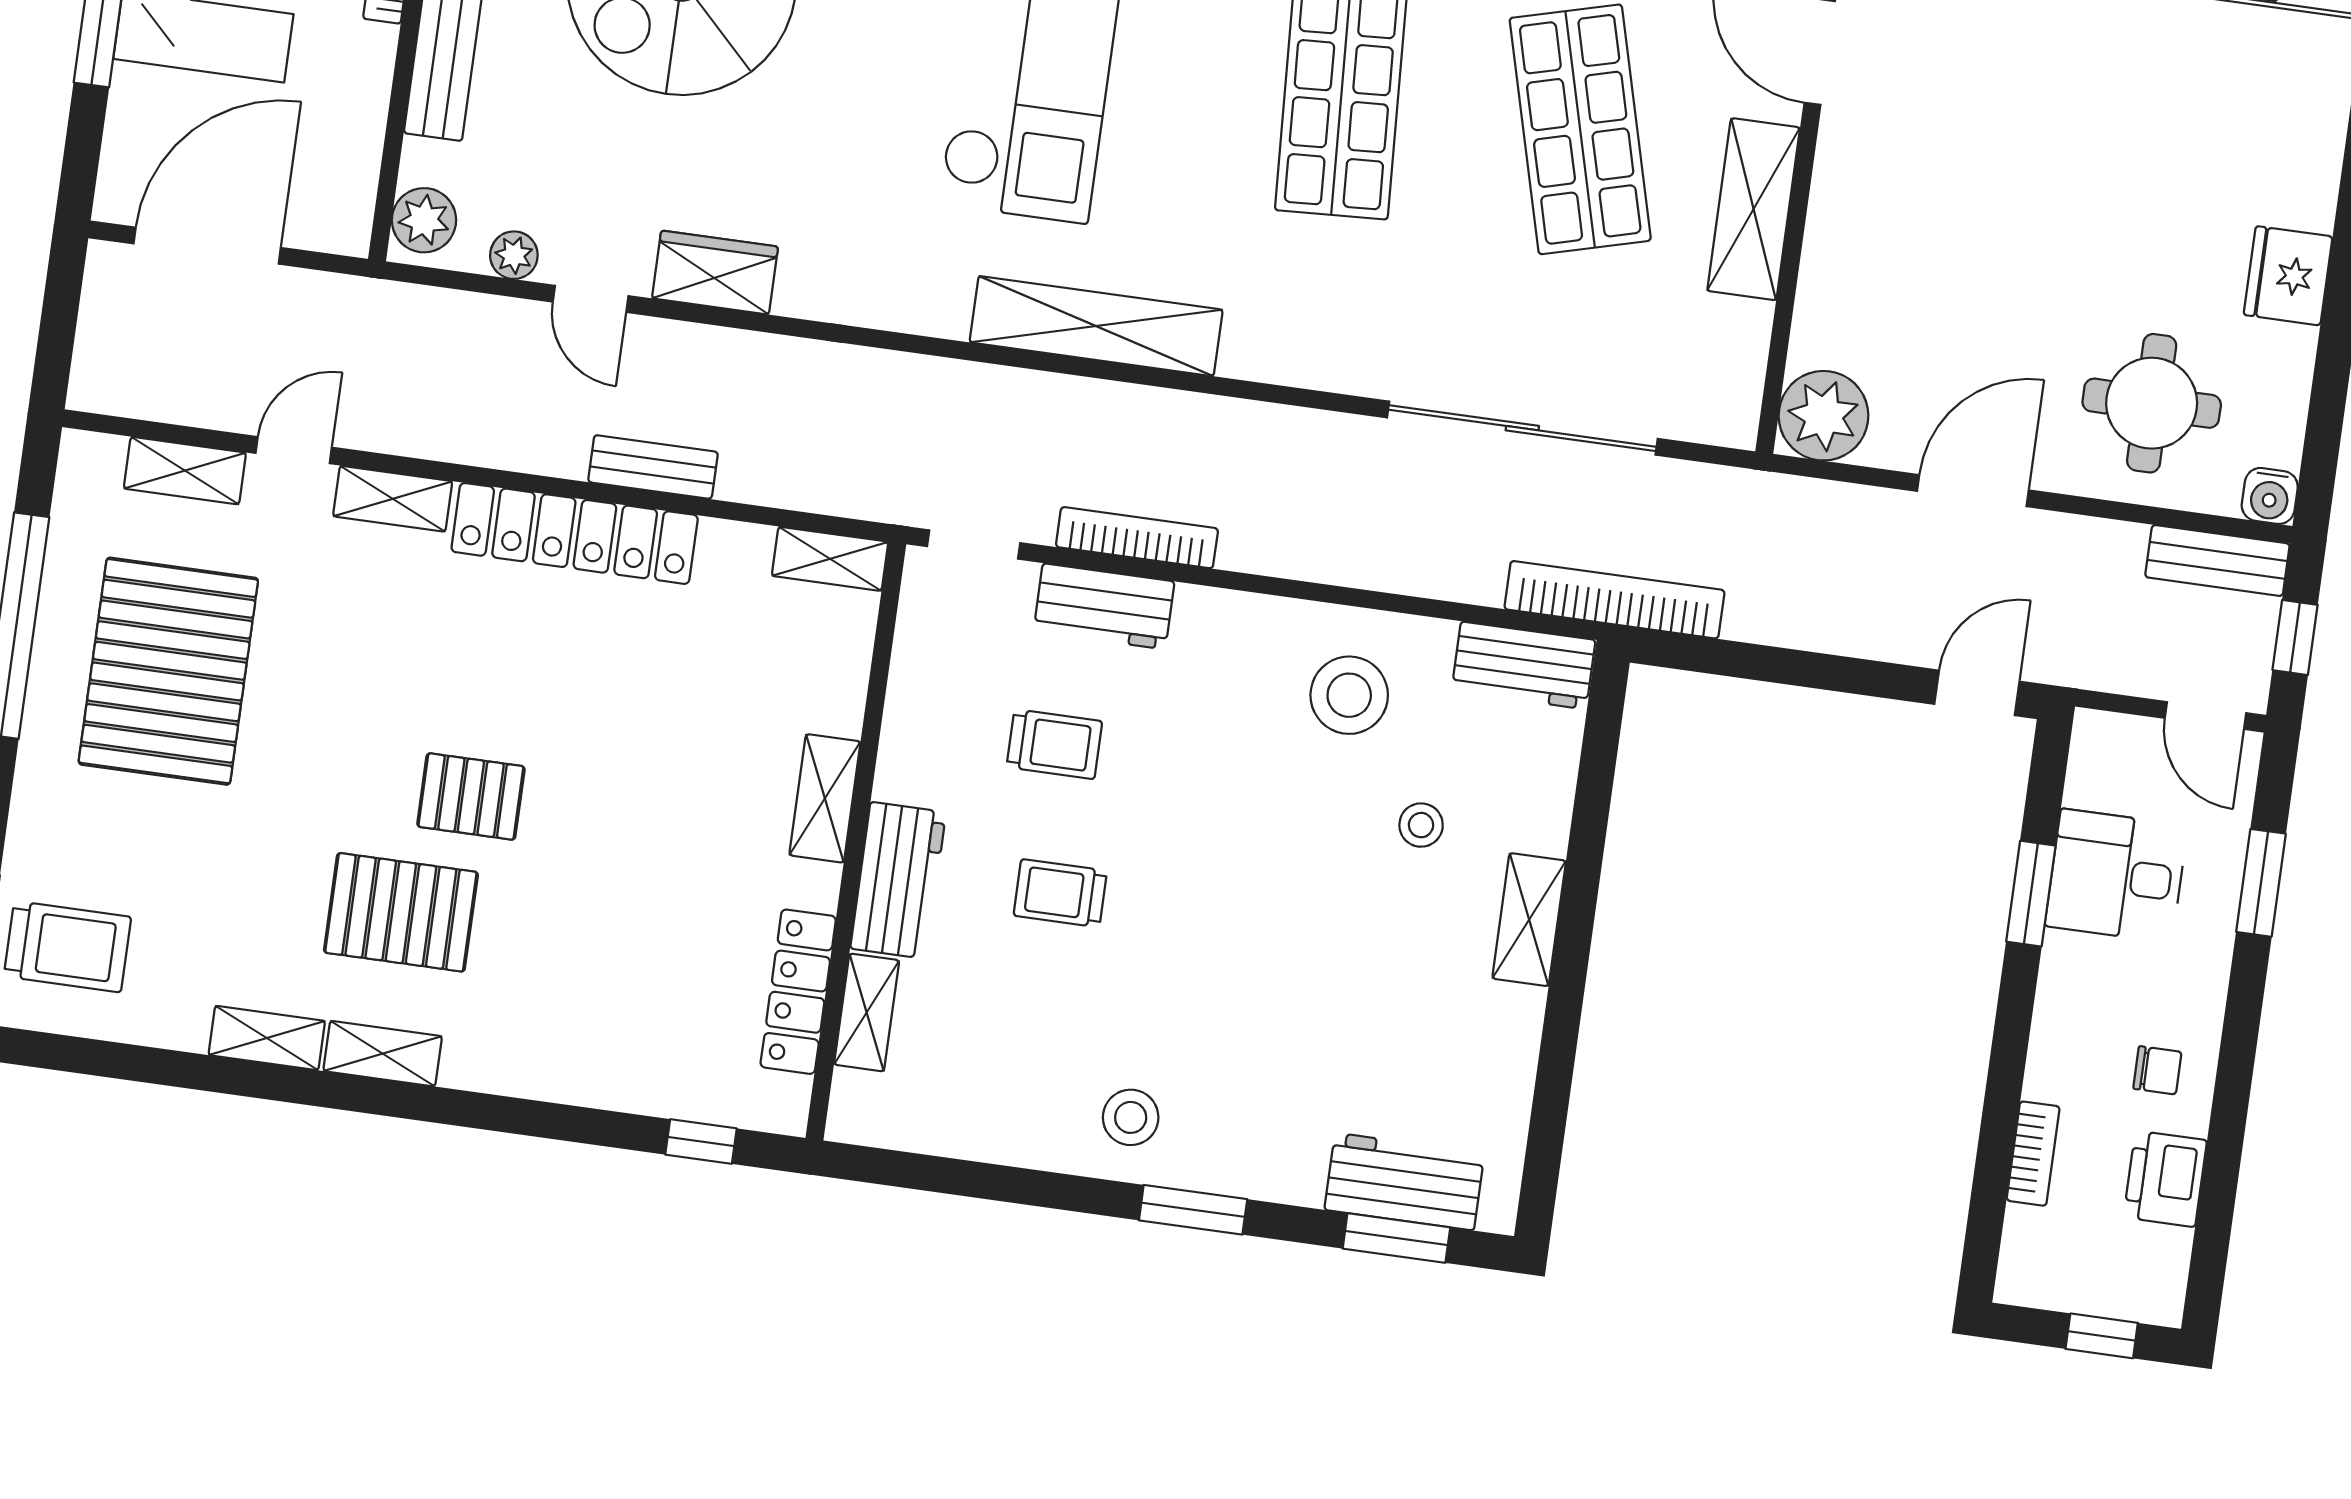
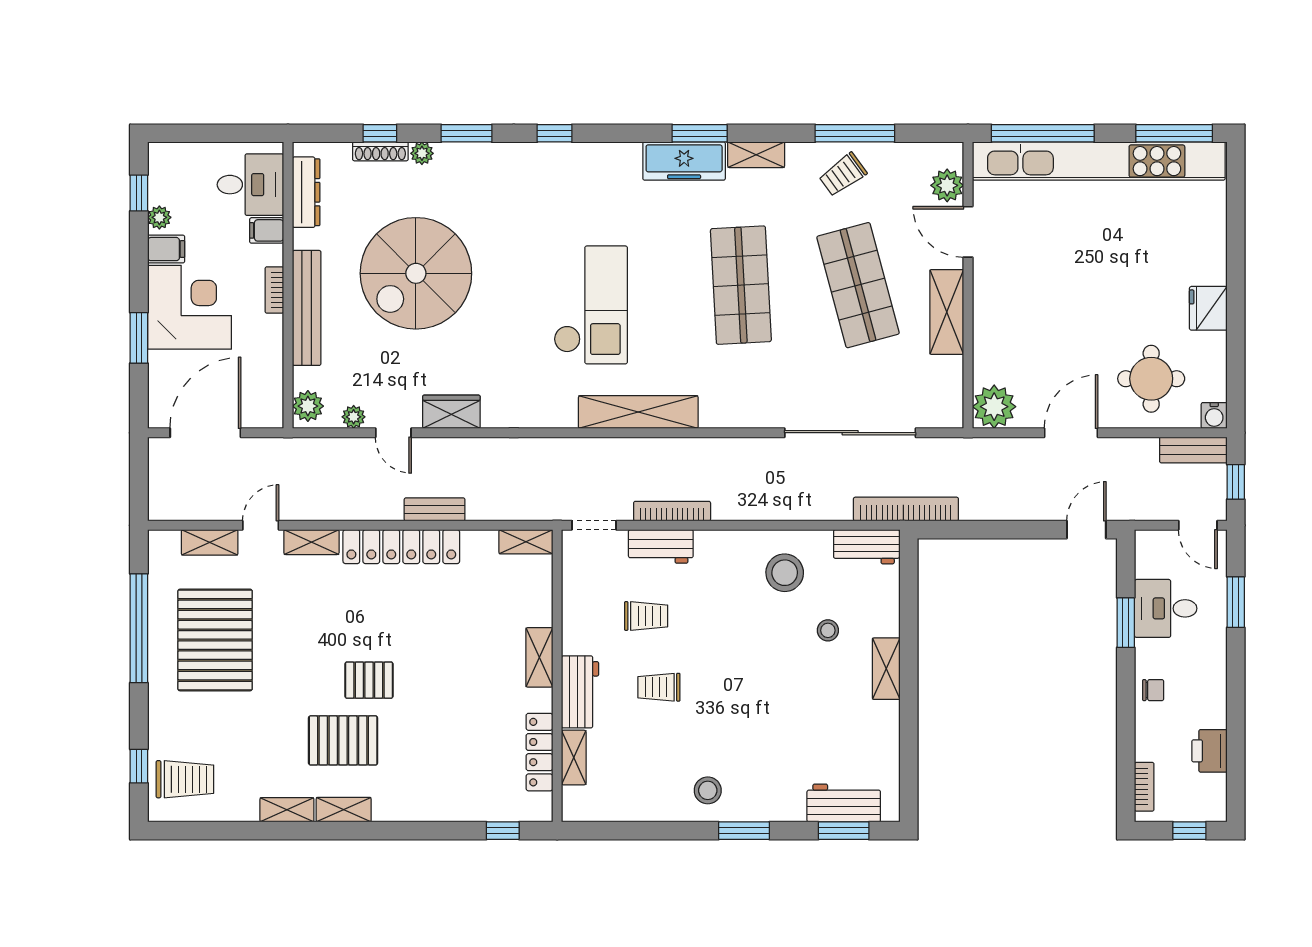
chair: (2157, 1070) -> (1153, 690), moved
bookcase: (2033, 1154) -> (1144, 787), moved

